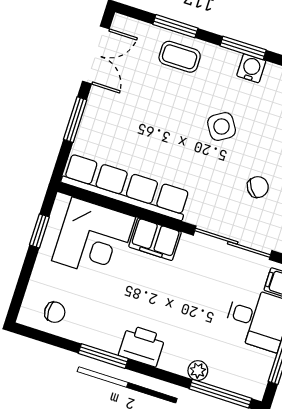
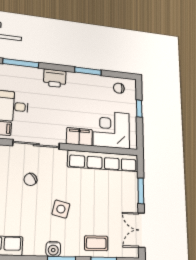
side table: (222, 126) -> (61, 209), turned 45
window: (39, 231) -> (139, 109), moved
printer: (142, 346) -> (55, 78), moved
plant: (198, 371) -> (36, 73), removed

